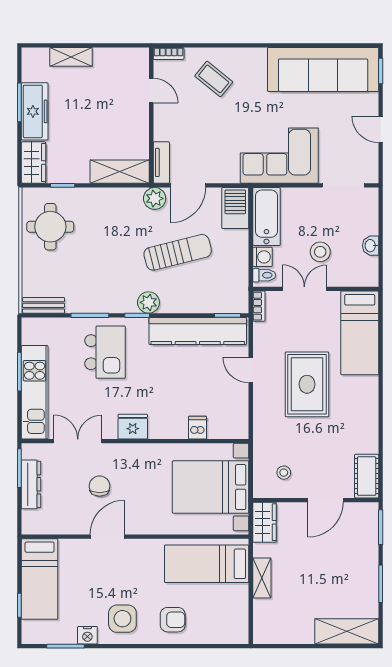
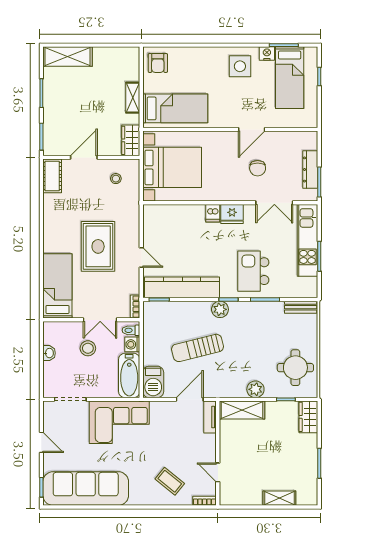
freezer: (35, 111) -> (307, 456), removed
plant: (155, 198) -> (255, 389), moved
dishwasher: (198, 428) -> (213, 213), moved
bed: (40, 579) -> (290, 78), moved, turned 180
armchair: (173, 620) -> (158, 63), moved, turned -90

